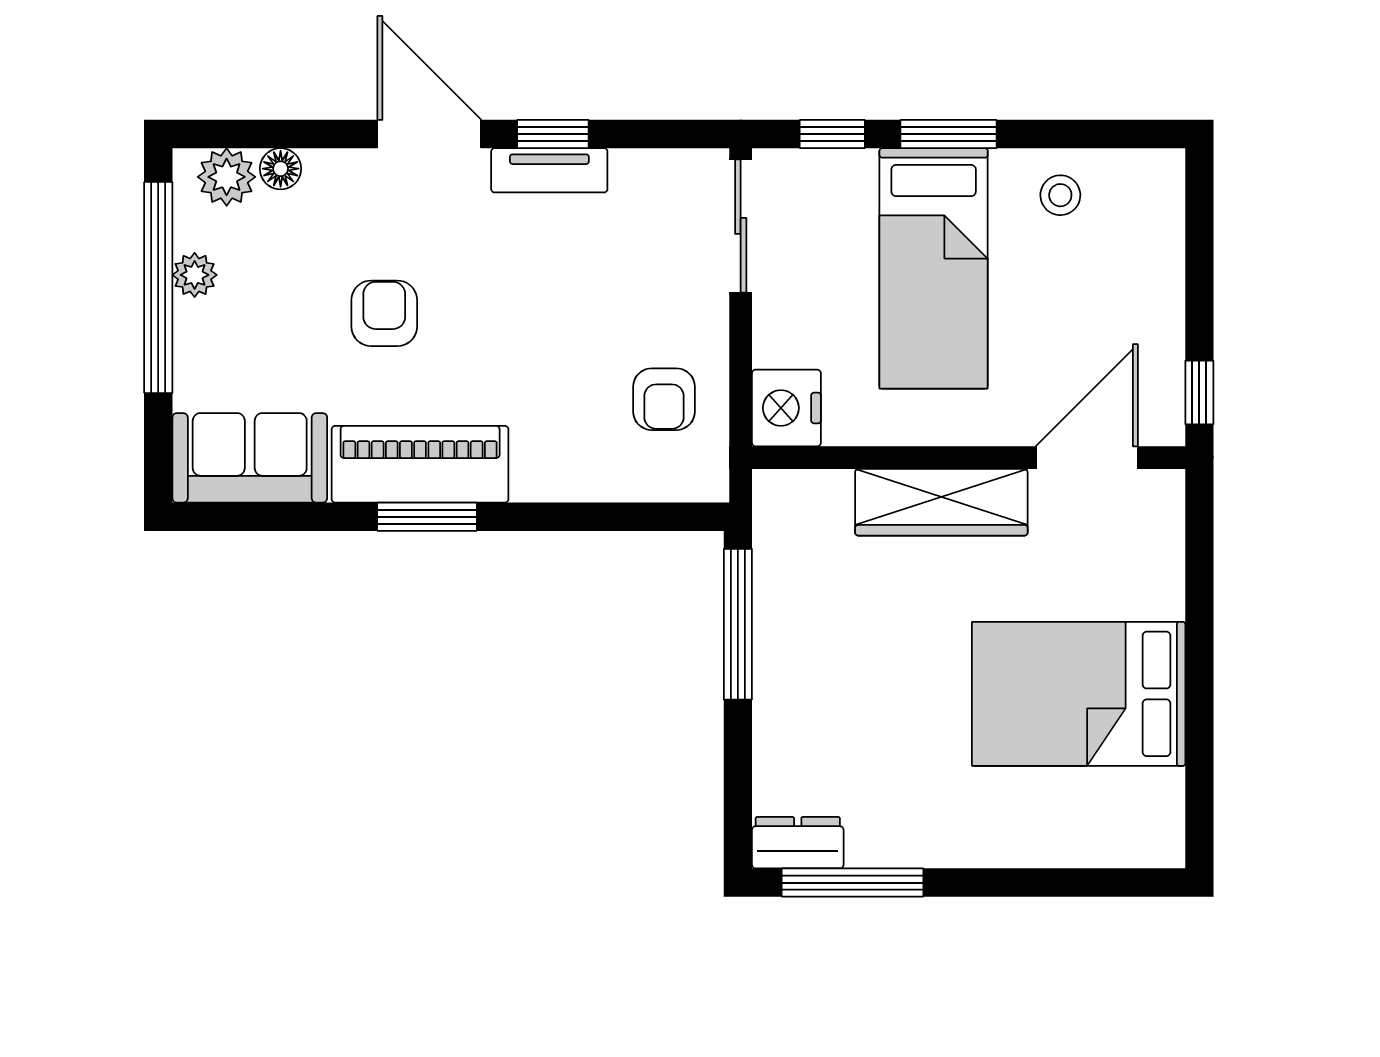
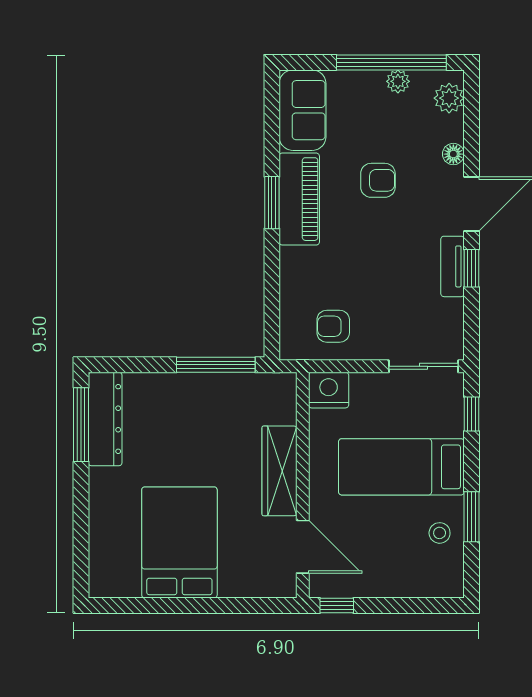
window: (948, 134) -> (471, 517), moved
floor lamp: (281, 169) -> (453, 154), moved
dresser: (798, 843) -> (105, 419), width x1.96, depth x1.24

